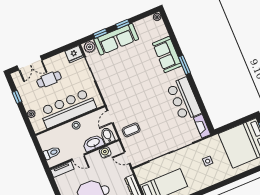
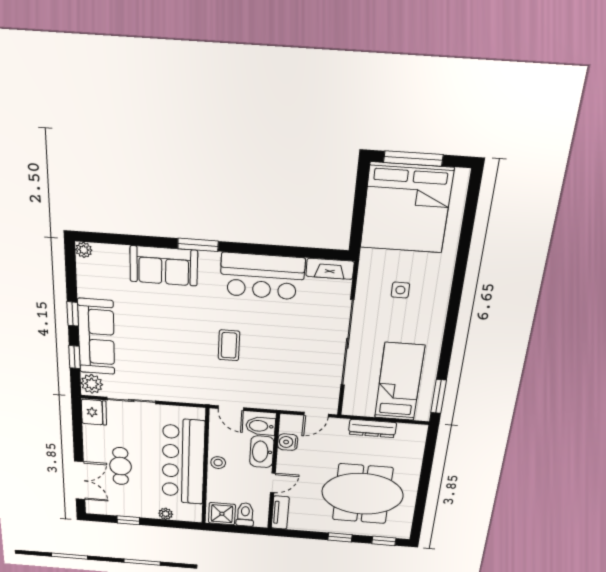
coffee table: (131, 130) -> (229, 345), moved
shower: (46, 141) -> (222, 514), added

